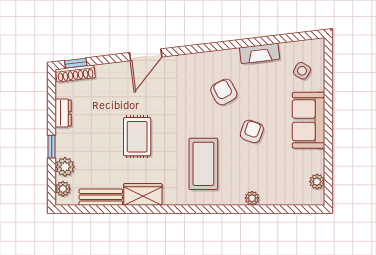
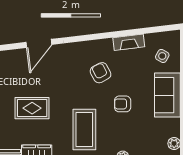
armchair: (252, 131) -> (123, 104), turned -109
rug: (137, 137) -> (32, 108), turned 90

